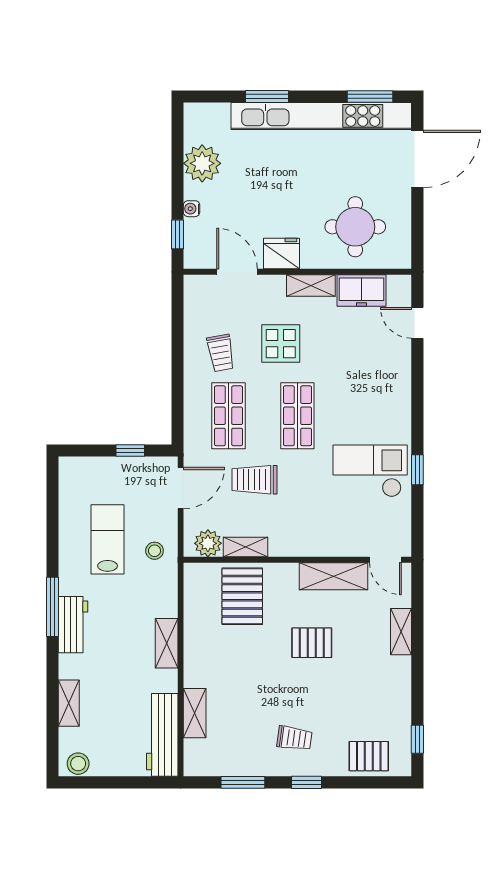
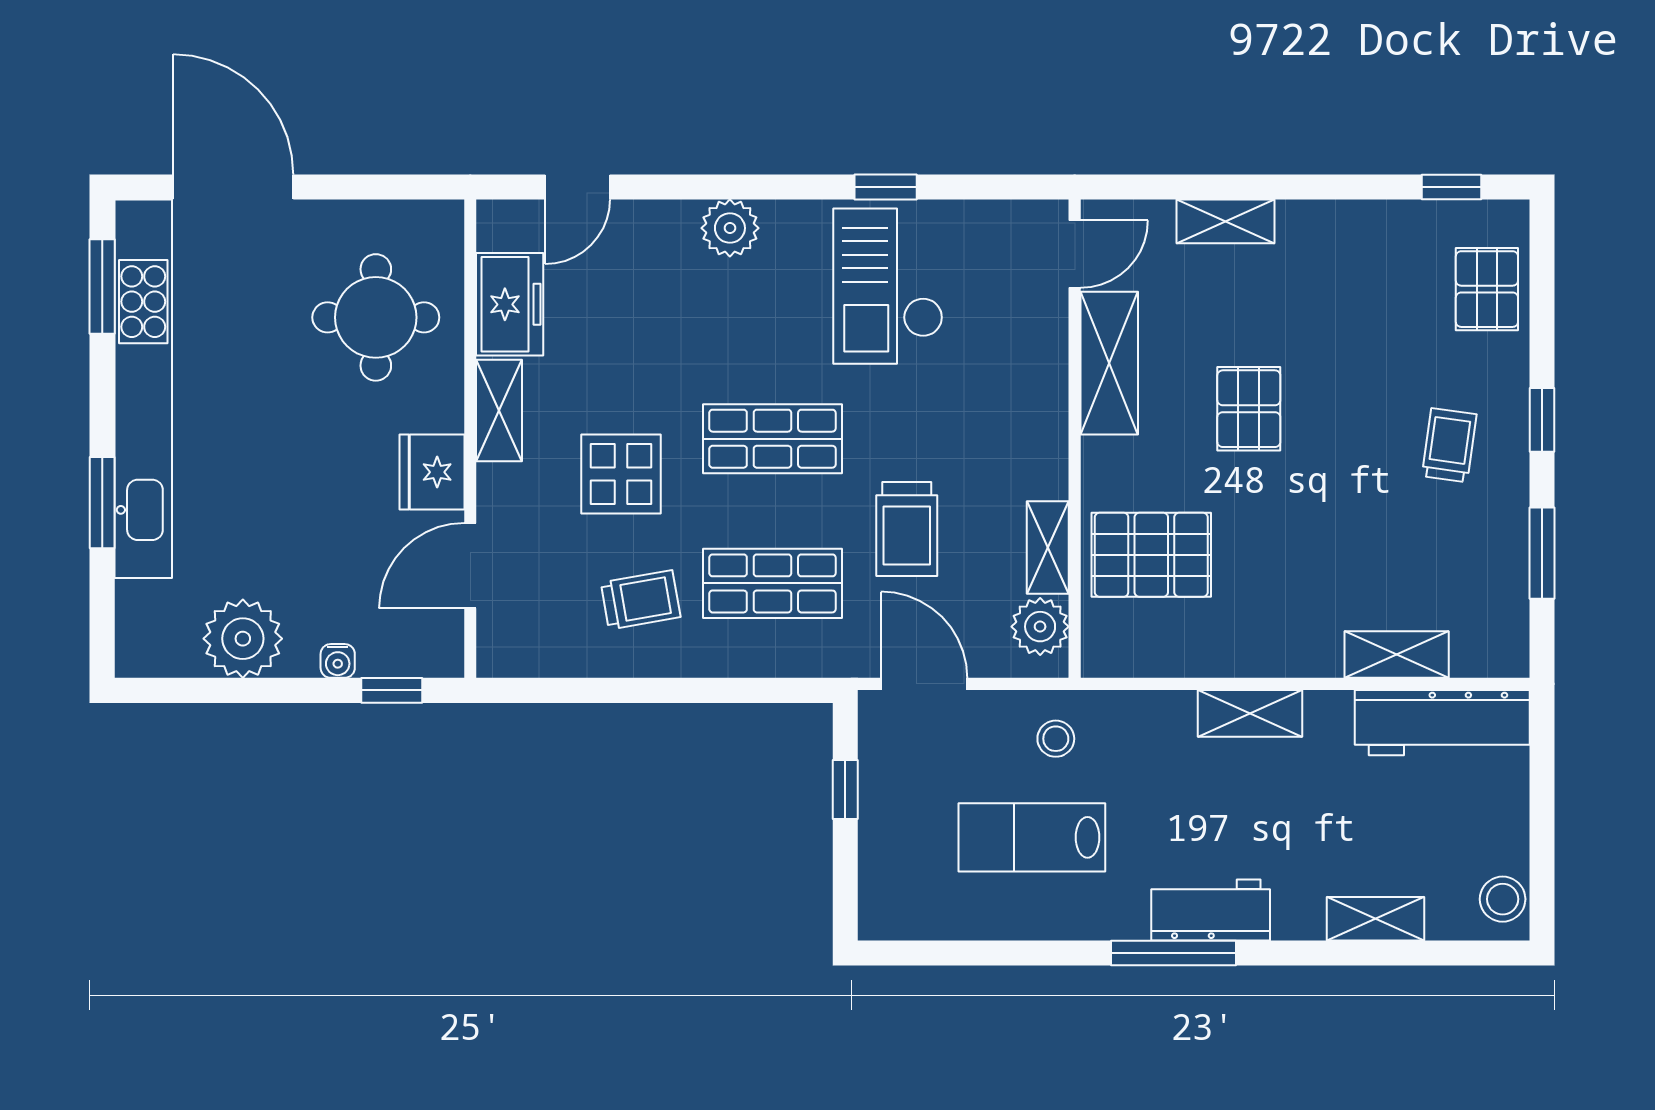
plant: (398, 396) -> (730, 228), added

